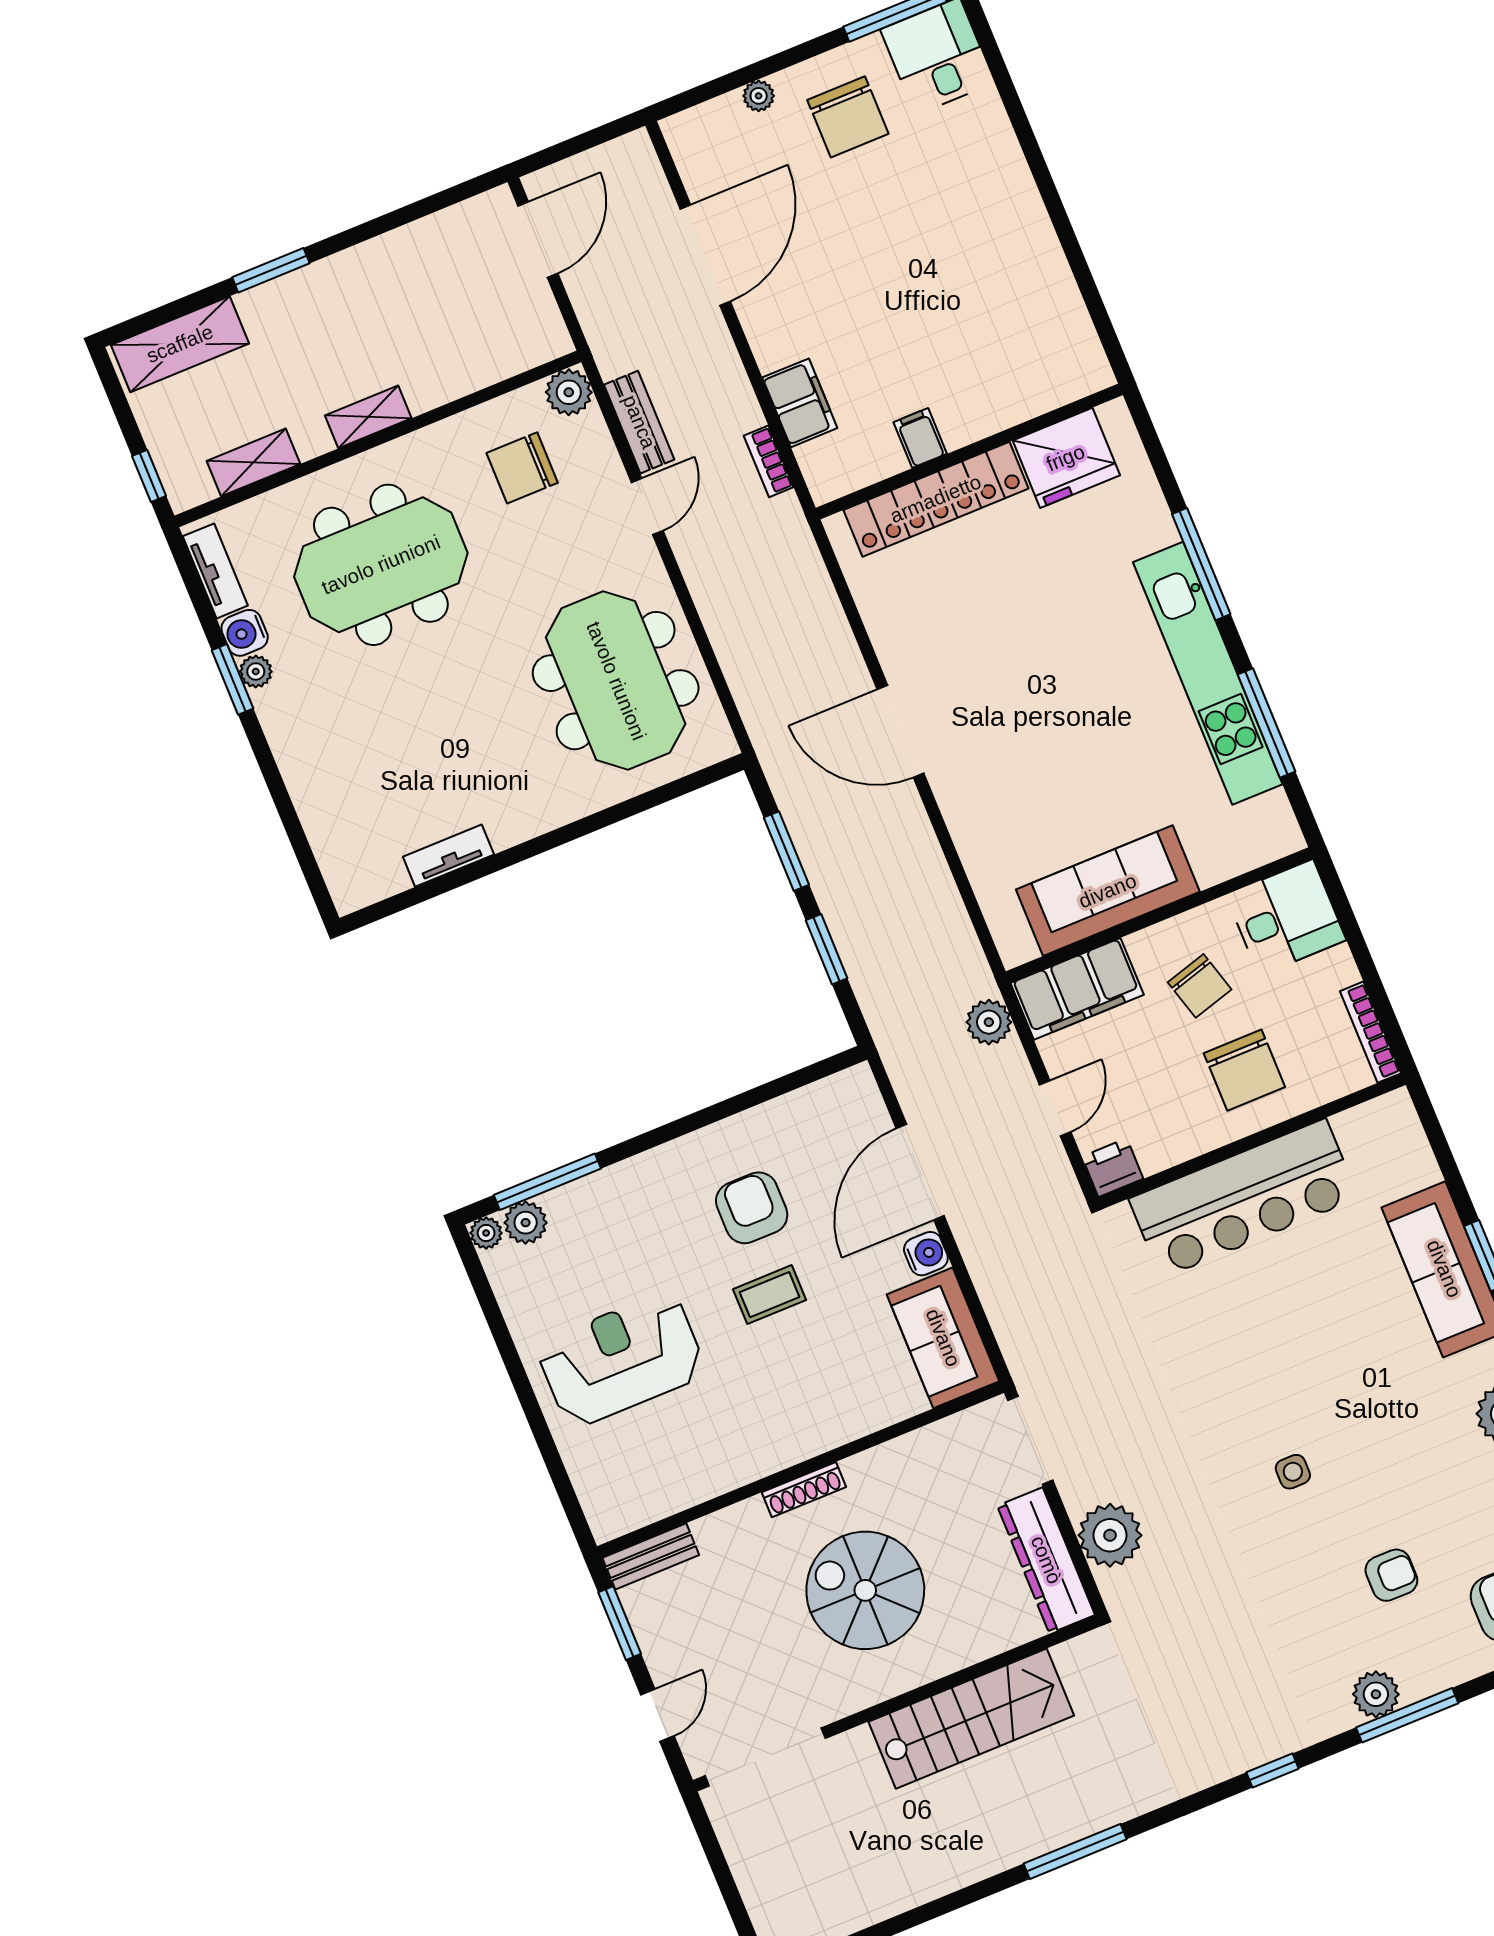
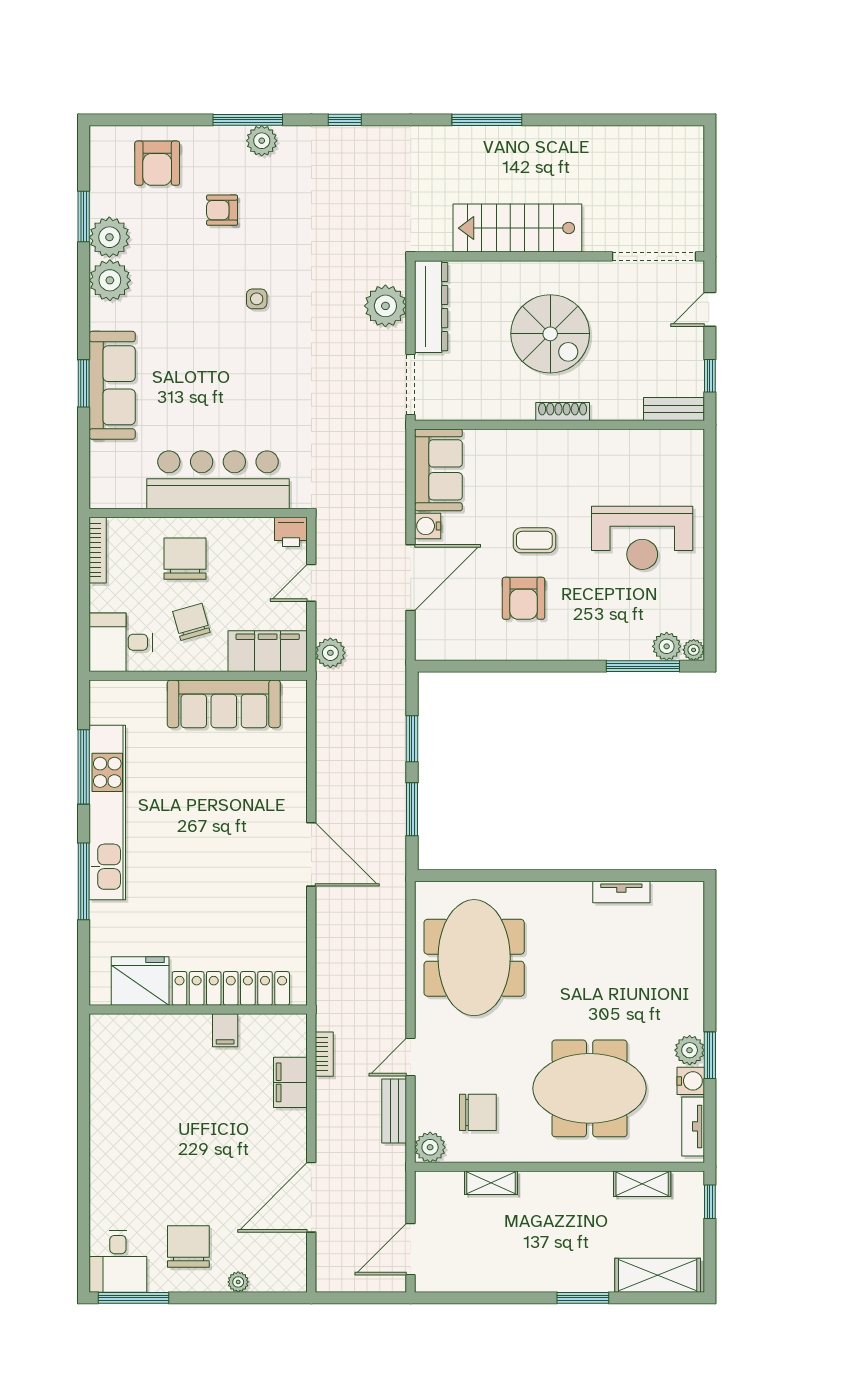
shelving: (368, 417) -> (491, 1183), moved
plant: (256, 672) -> (690, 1050), width x1.38, depth x1.38
window: (620, 1623) -> (710, 376), width x0.67

